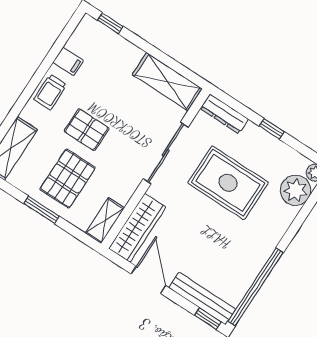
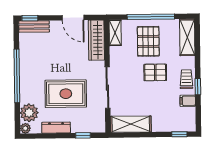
window: (41, 72) -> (198, 87), added
dresser: (224, 114) -> (56, 128), moved
window: (272, 129) -> (83, 135), moved
window: (41, 210) -> (151, 17), width x2.11
window: (256, 287) -> (17, 76), moved
bench: (202, 298) -> (34, 27), width x0.73

